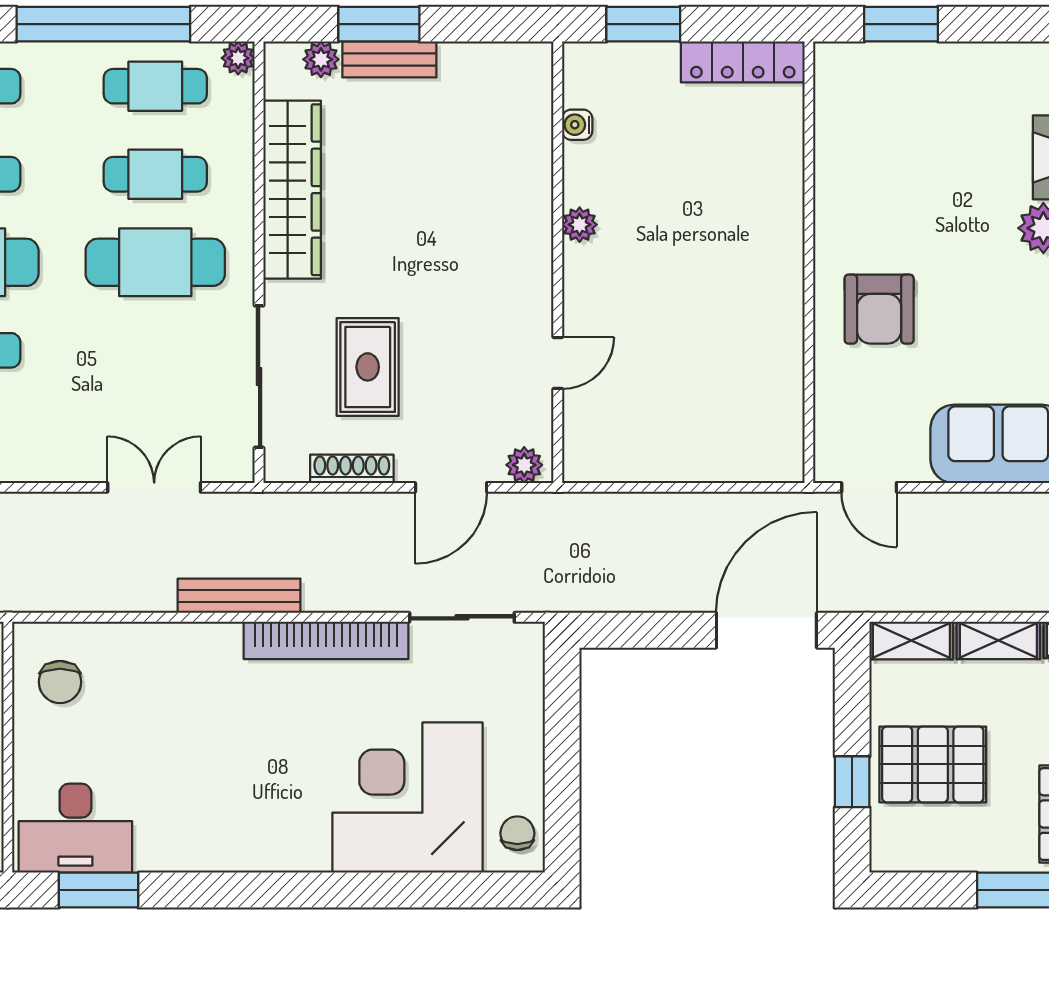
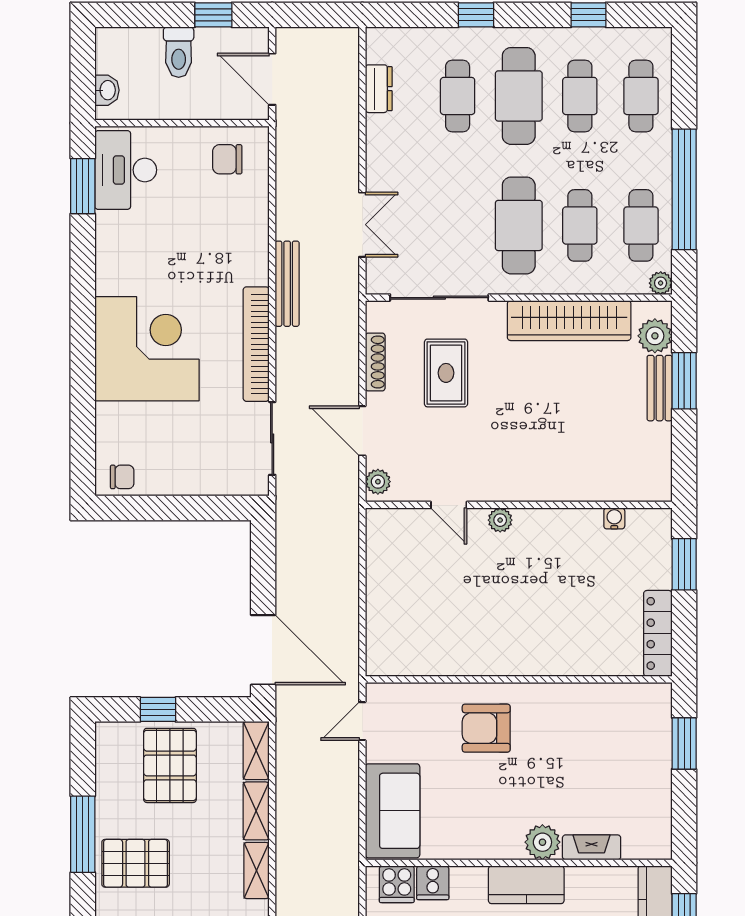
plant: (321, 59) -> (655, 336), width x1.38, depth x1.38
plant: (580, 225) -> (500, 520), moved
rug: (368, 367) -> (446, 373), turned 90
corner desk: (407, 798) -> (147, 349), moved

